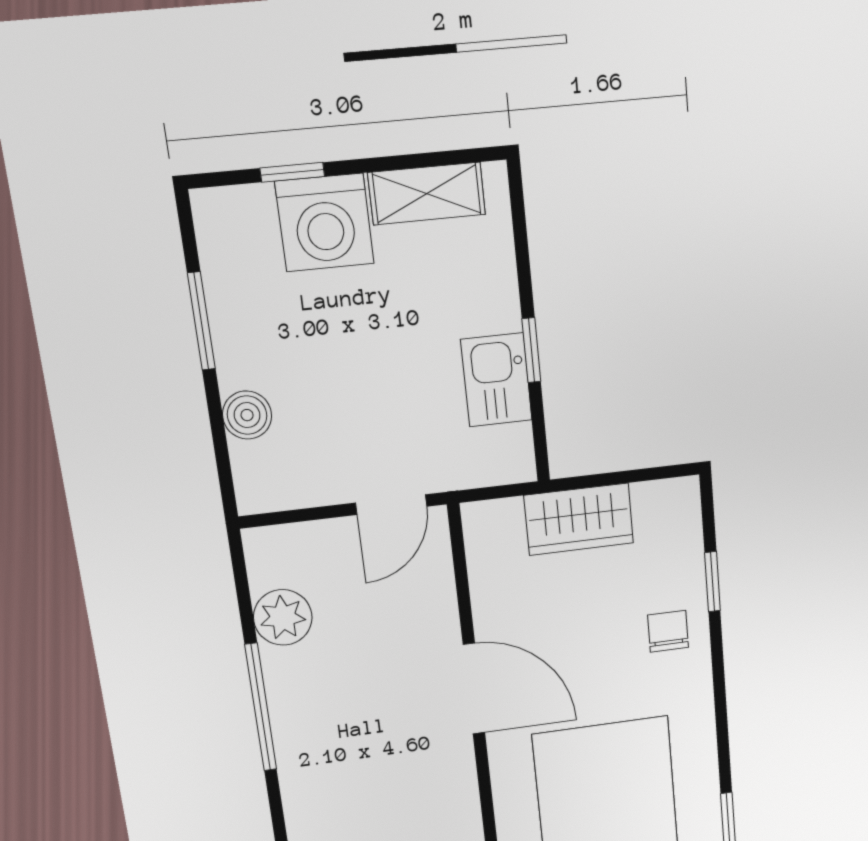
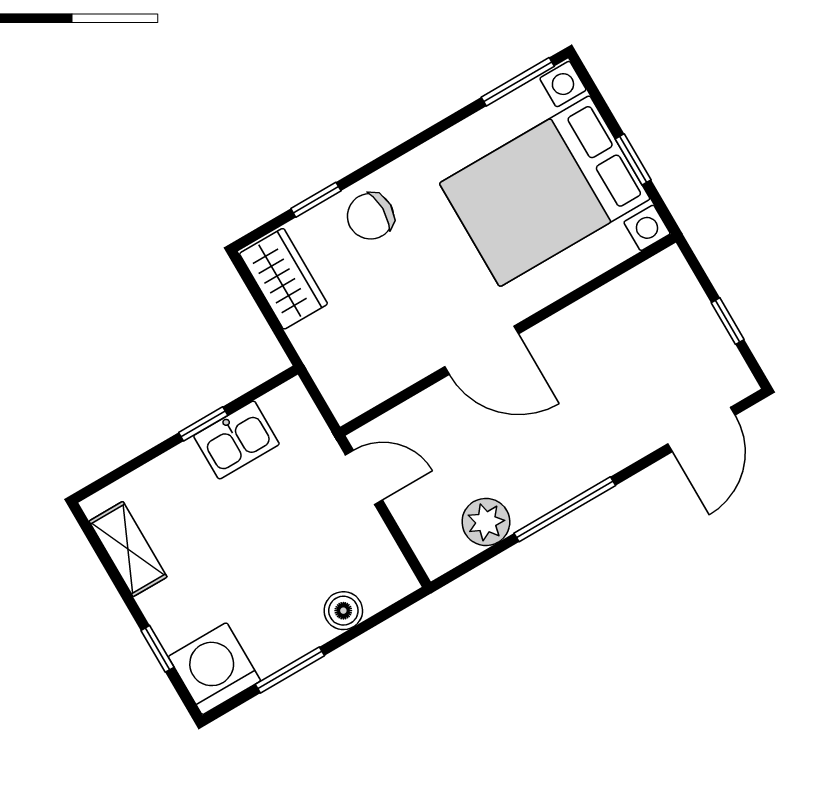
washing machine: (325, 223) -> (214, 669), moved, turned -90
wardrobe: (579, 519) -> (284, 279), moved
chair: (668, 631) -> (371, 216), width x1.37, depth x1.37
door: (474, 689) -> (482, 350), swing flipped

